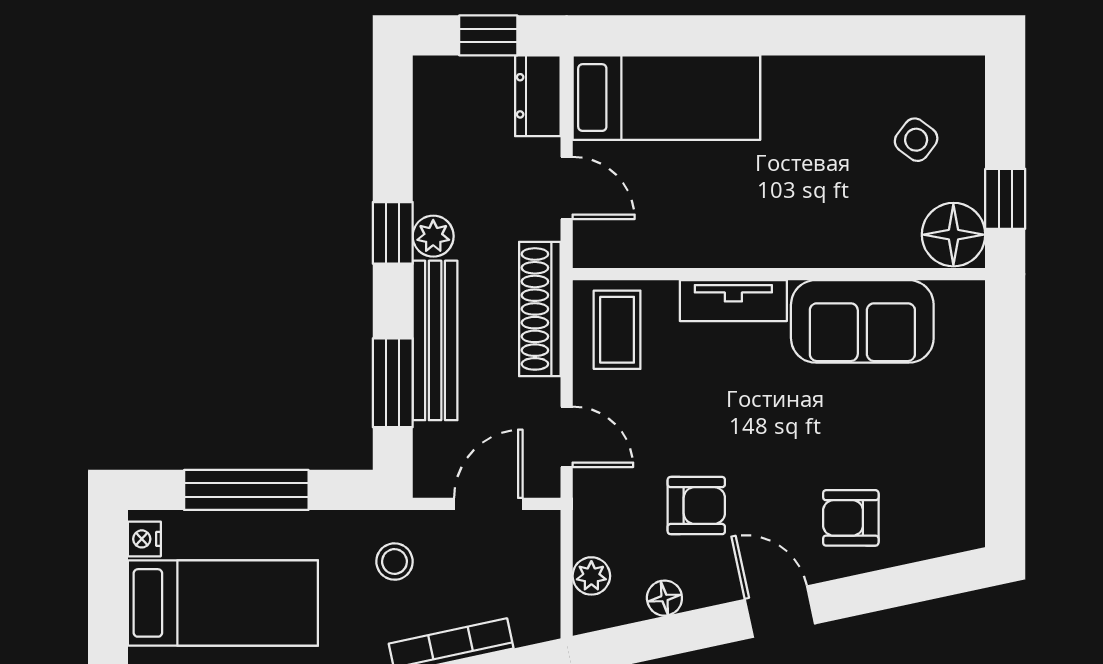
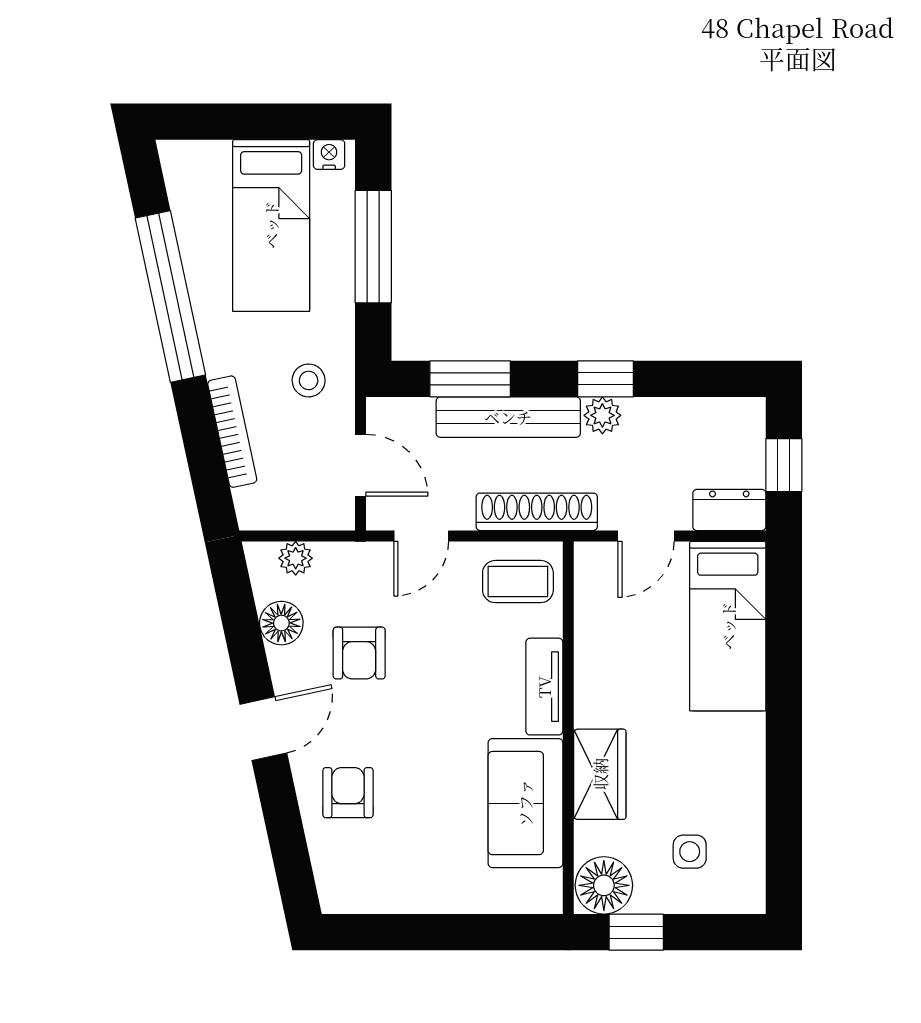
side table: (916, 140) -> (690, 852), turned -37
wardrobe: (831, 239) -> (600, 774), added
floor lamp: (664, 598) -> (281, 623), width x1.37, depth x1.37

